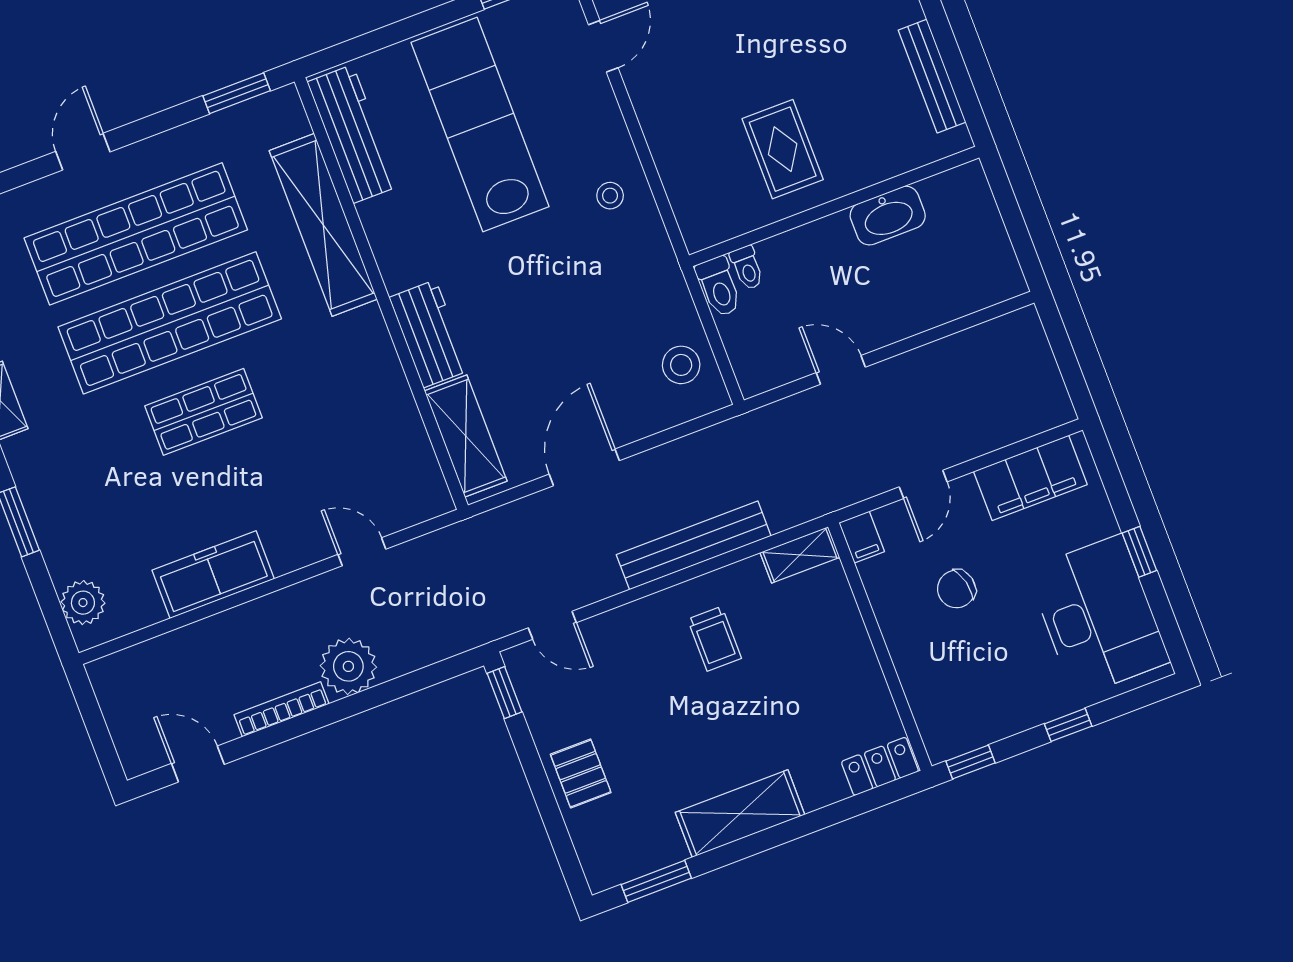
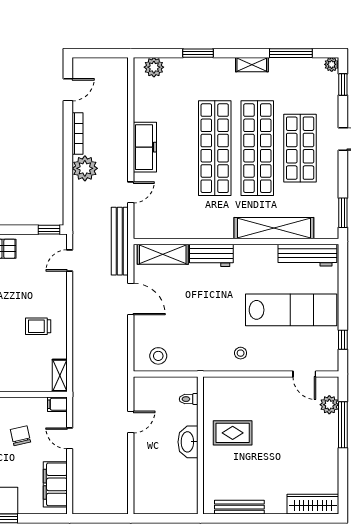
washbasin: (888, 216) -> (188, 442), moved
shop shelf: (136, 234) -> (300, 148), width x0.71
toilet: (719, 287) -> (185, 384), removed
shop shelf: (203, 412) -> (215, 148), width x2.00, depth x1.36
bench: (694, 545) -> (120, 241), moved
freezer: (213, 575) -> (145, 147), moved

